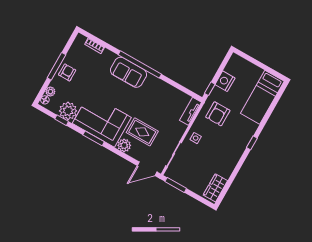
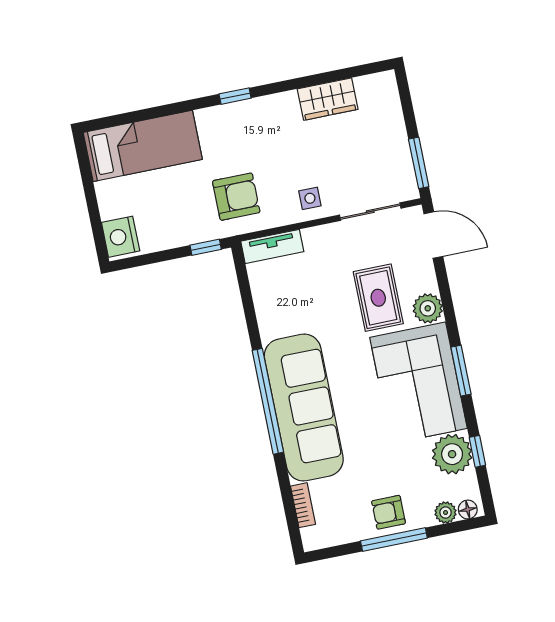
sofa: (129, 72) -> (304, 408), width x1.85, depth x1.27
nightstand: (225, 81) -> (121, 237), moved, turned 90
wardrobe: (215, 188) -> (328, 99), moved

